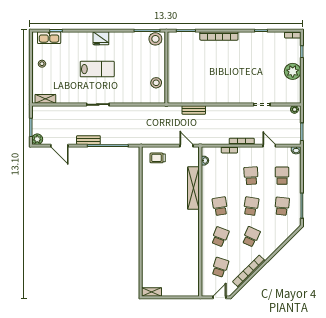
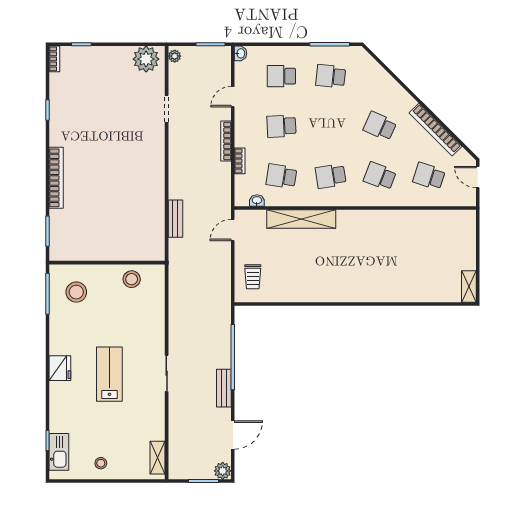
stool: (155, 39) -> (76, 292), moved
plant: (293, 71) -> (146, 59), moved
school desk: (251, 206) -> (281, 176), moved

